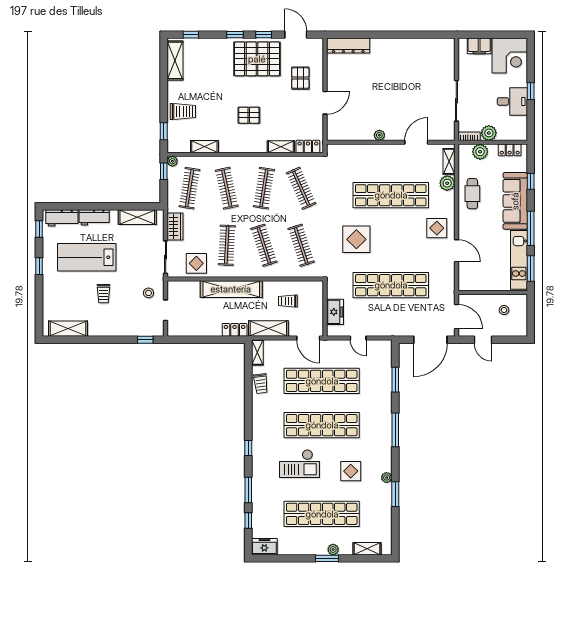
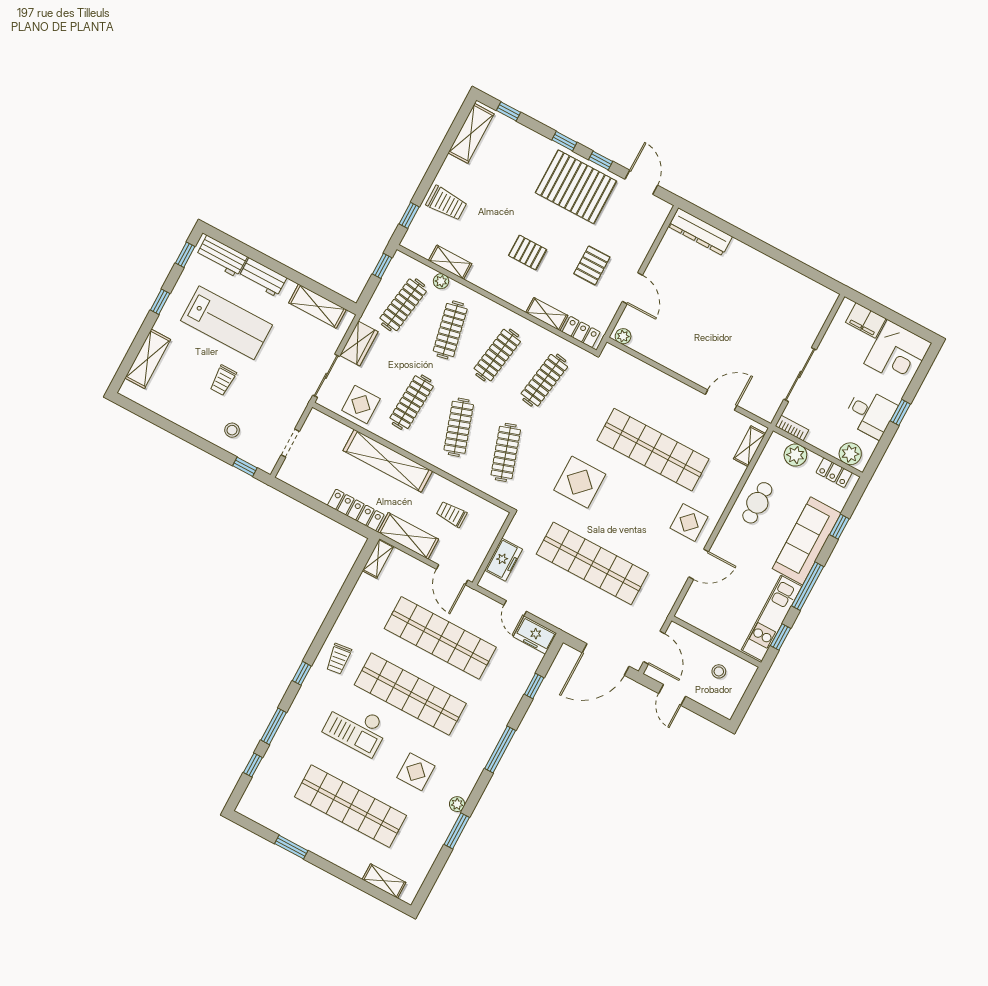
pallet: (300, 78) -> (592, 265), moved
door: (325, 103) -> (632, 288), hinge flipped
plant: (489, 133) -> (850, 454), moved
plant: (379, 135) -> (623, 336), moved
plant: (172, 161) -> (441, 281), moved
plant: (447, 183) -> (733, 473), removed
clothes rail: (301, 188) -> (544, 380), turned 33
door: (456, 251) -> (699, 564), hinge flipped
lab bench: (87, 257) -> (226, 323), turned 180
window: (531, 269) -> (780, 637), width x0.67
stool: (149, 293) -> (232, 430), moved
shelving: (68, 329) -> (148, 359), moved, turned 90
locker: (235, 330) -> (356, 510), width x1.53
window: (395, 380) -> (534, 686), width x0.67
trolley: (261, 384) -> (339, 659), moved
freezer: (264, 547) -> (535, 635), moved, turned 180
plant: (333, 549) -> (341, 859), removed
window: (327, 558) -> (291, 847), moved

